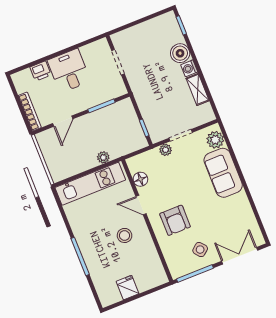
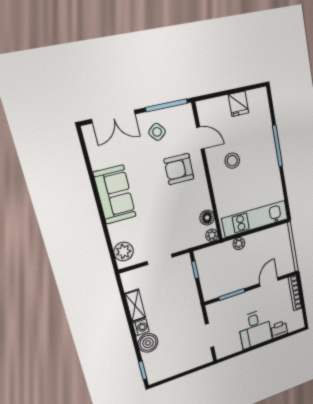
plant: (166, 150) -> (212, 235), moved
sofa: (223, 173) -> (115, 195), moved
door: (141, 205) -> (200, 138), moved
armchair: (175, 220) -> (179, 169), turned -90

